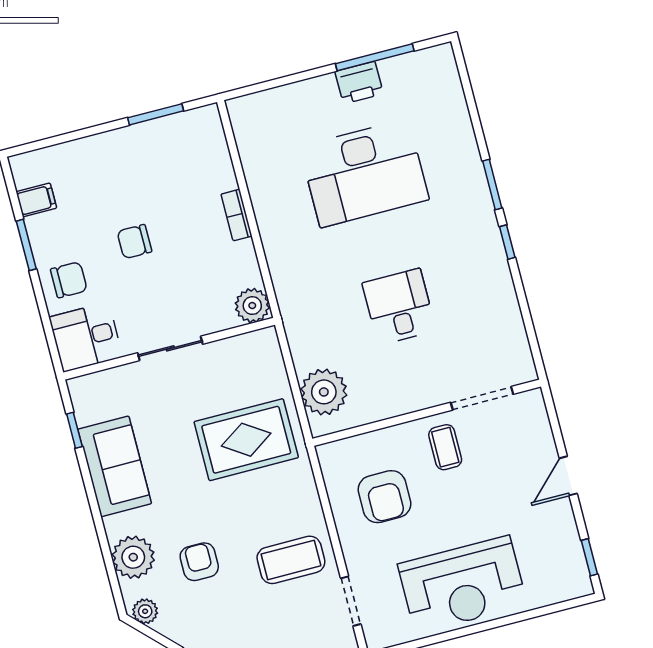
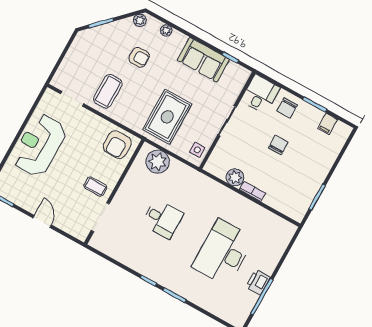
plant: (252, 306) -> (235, 177), moved
side table: (252, 351) -> (197, 150), added
armchair: (384, 497) -> (117, 145), moved, turned -90
plant: (133, 557) -> (166, 30), width x0.53, depth x0.53

